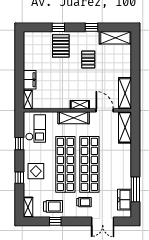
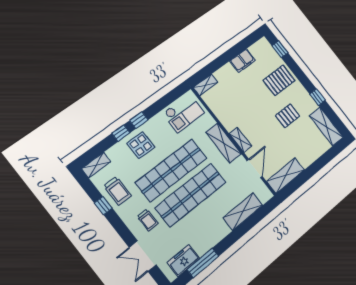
window: (58, 27) -> (280, 49), moved
filing cabinet: (30, 80) -> (243, 61), moved
shelving: (125, 127) -> (243, 211), moved
window: (19, 144) -> (139, 120), moved

